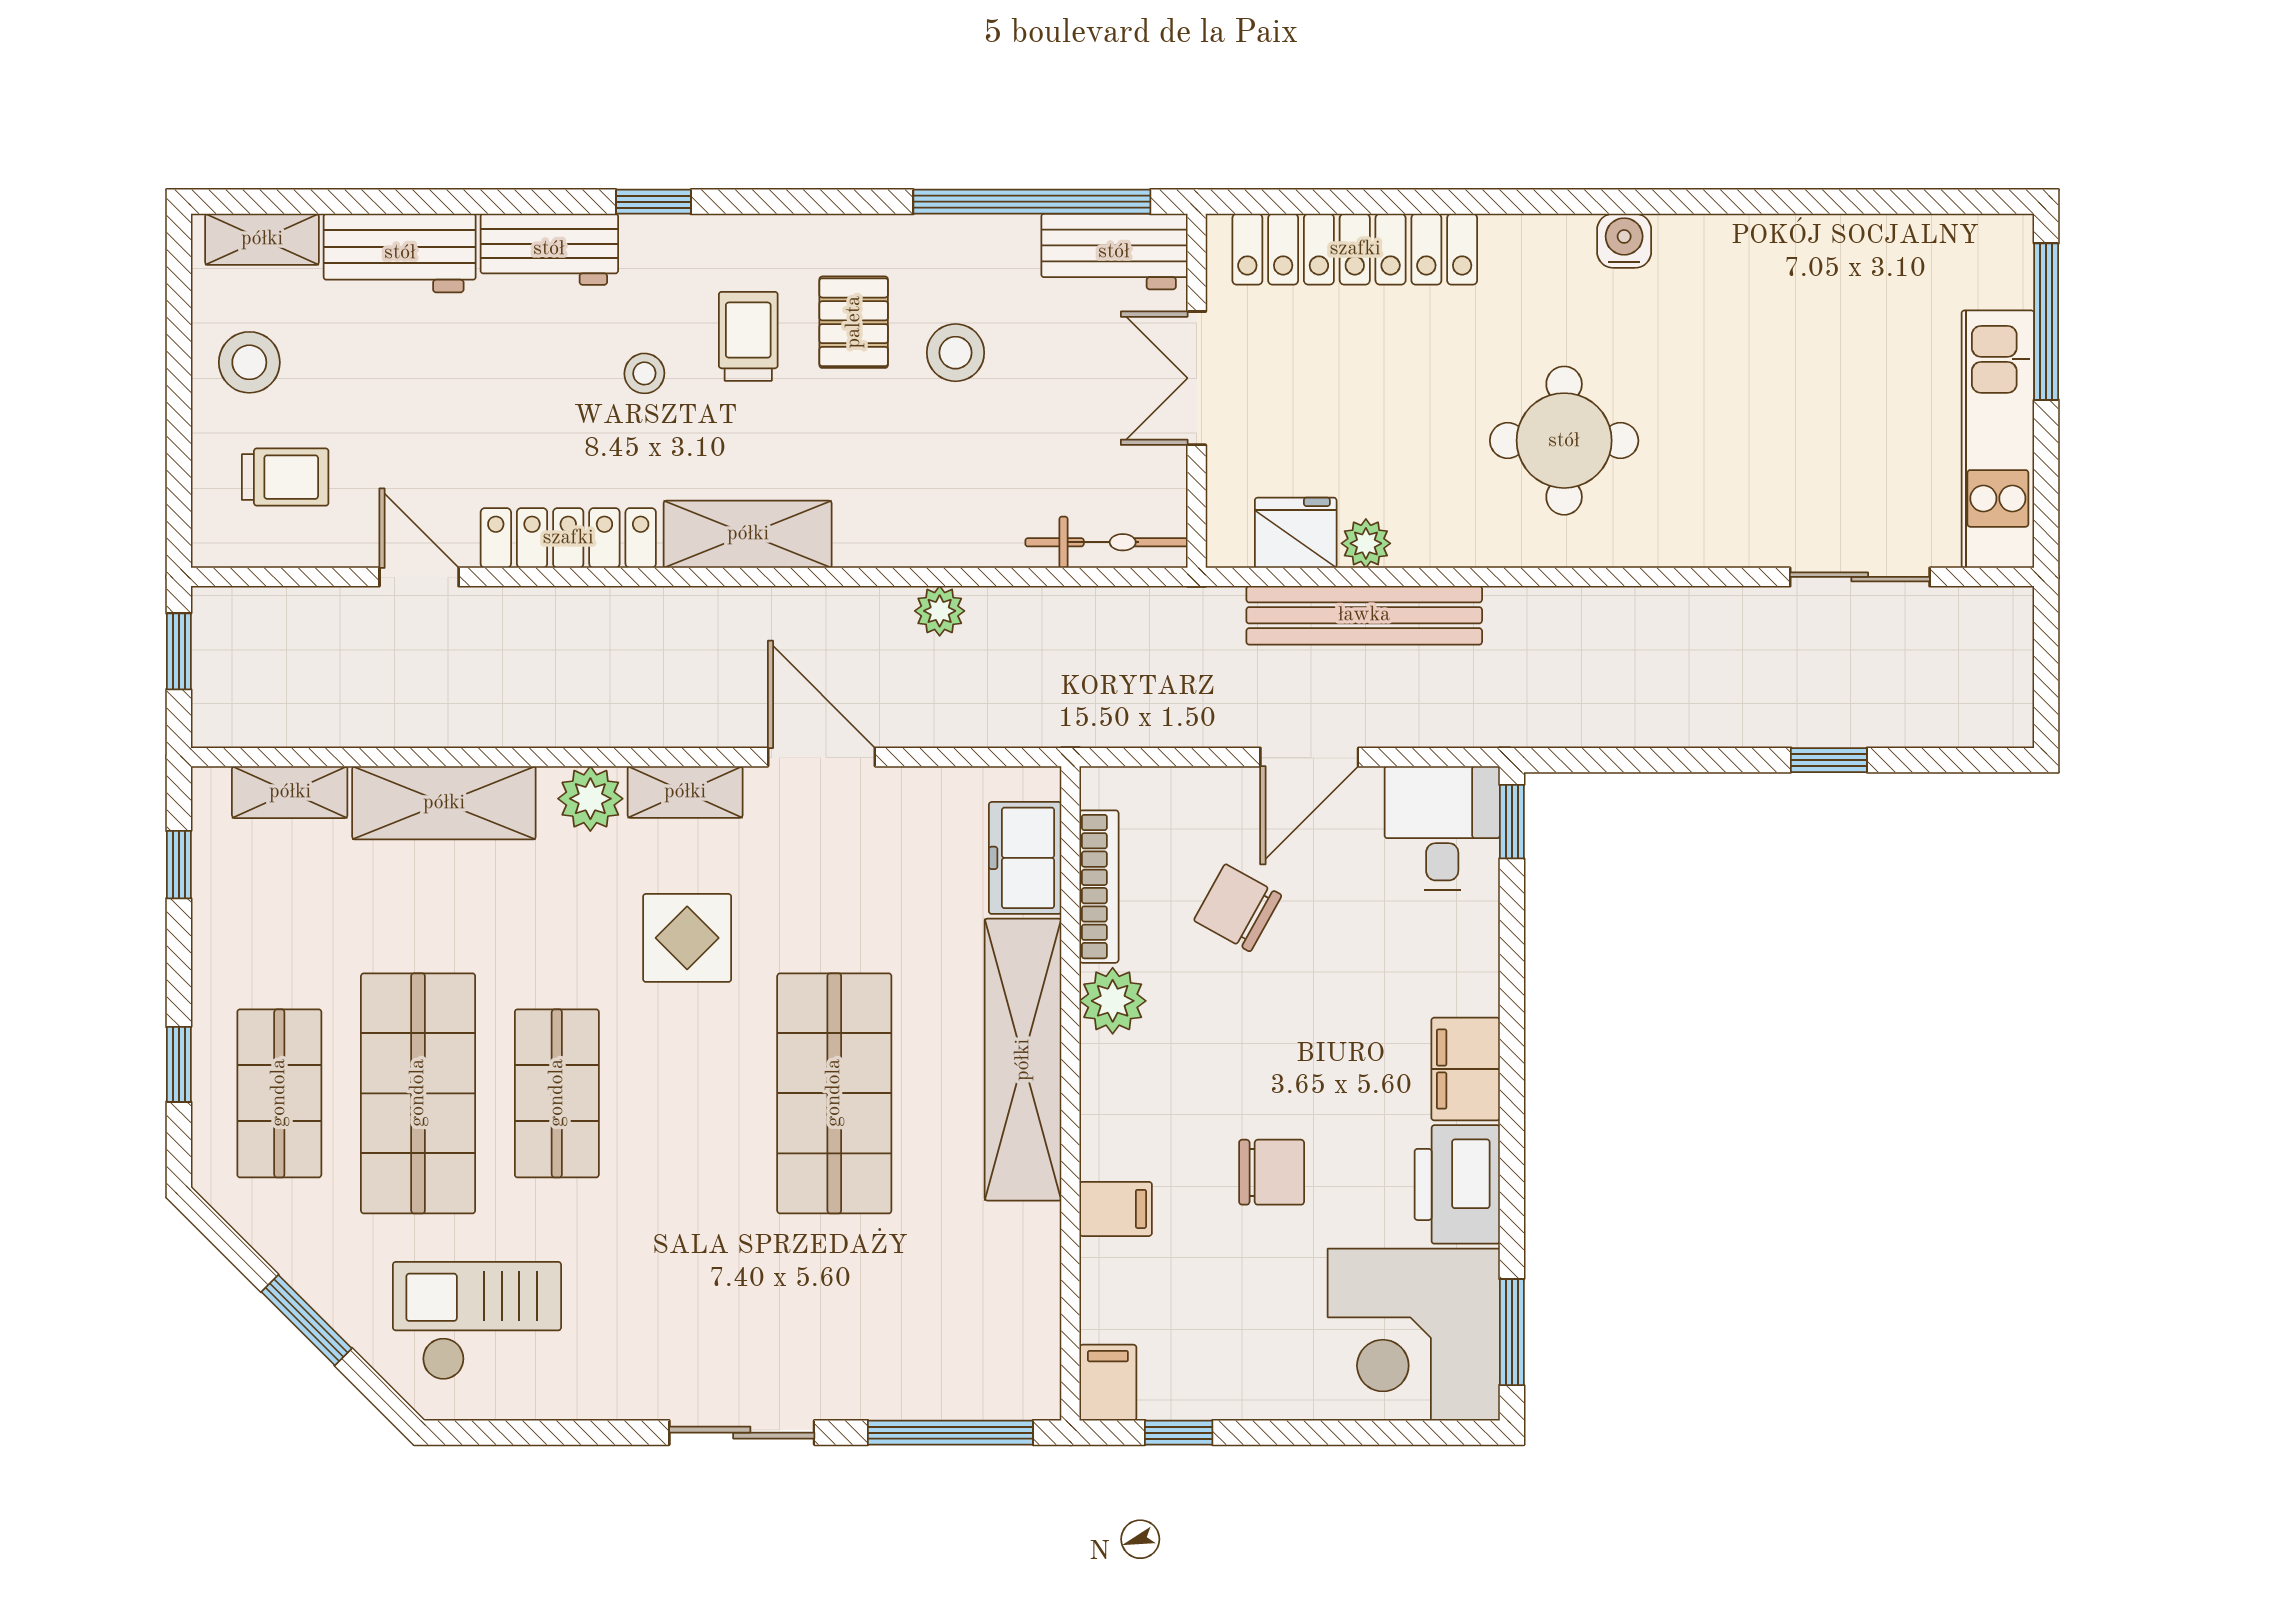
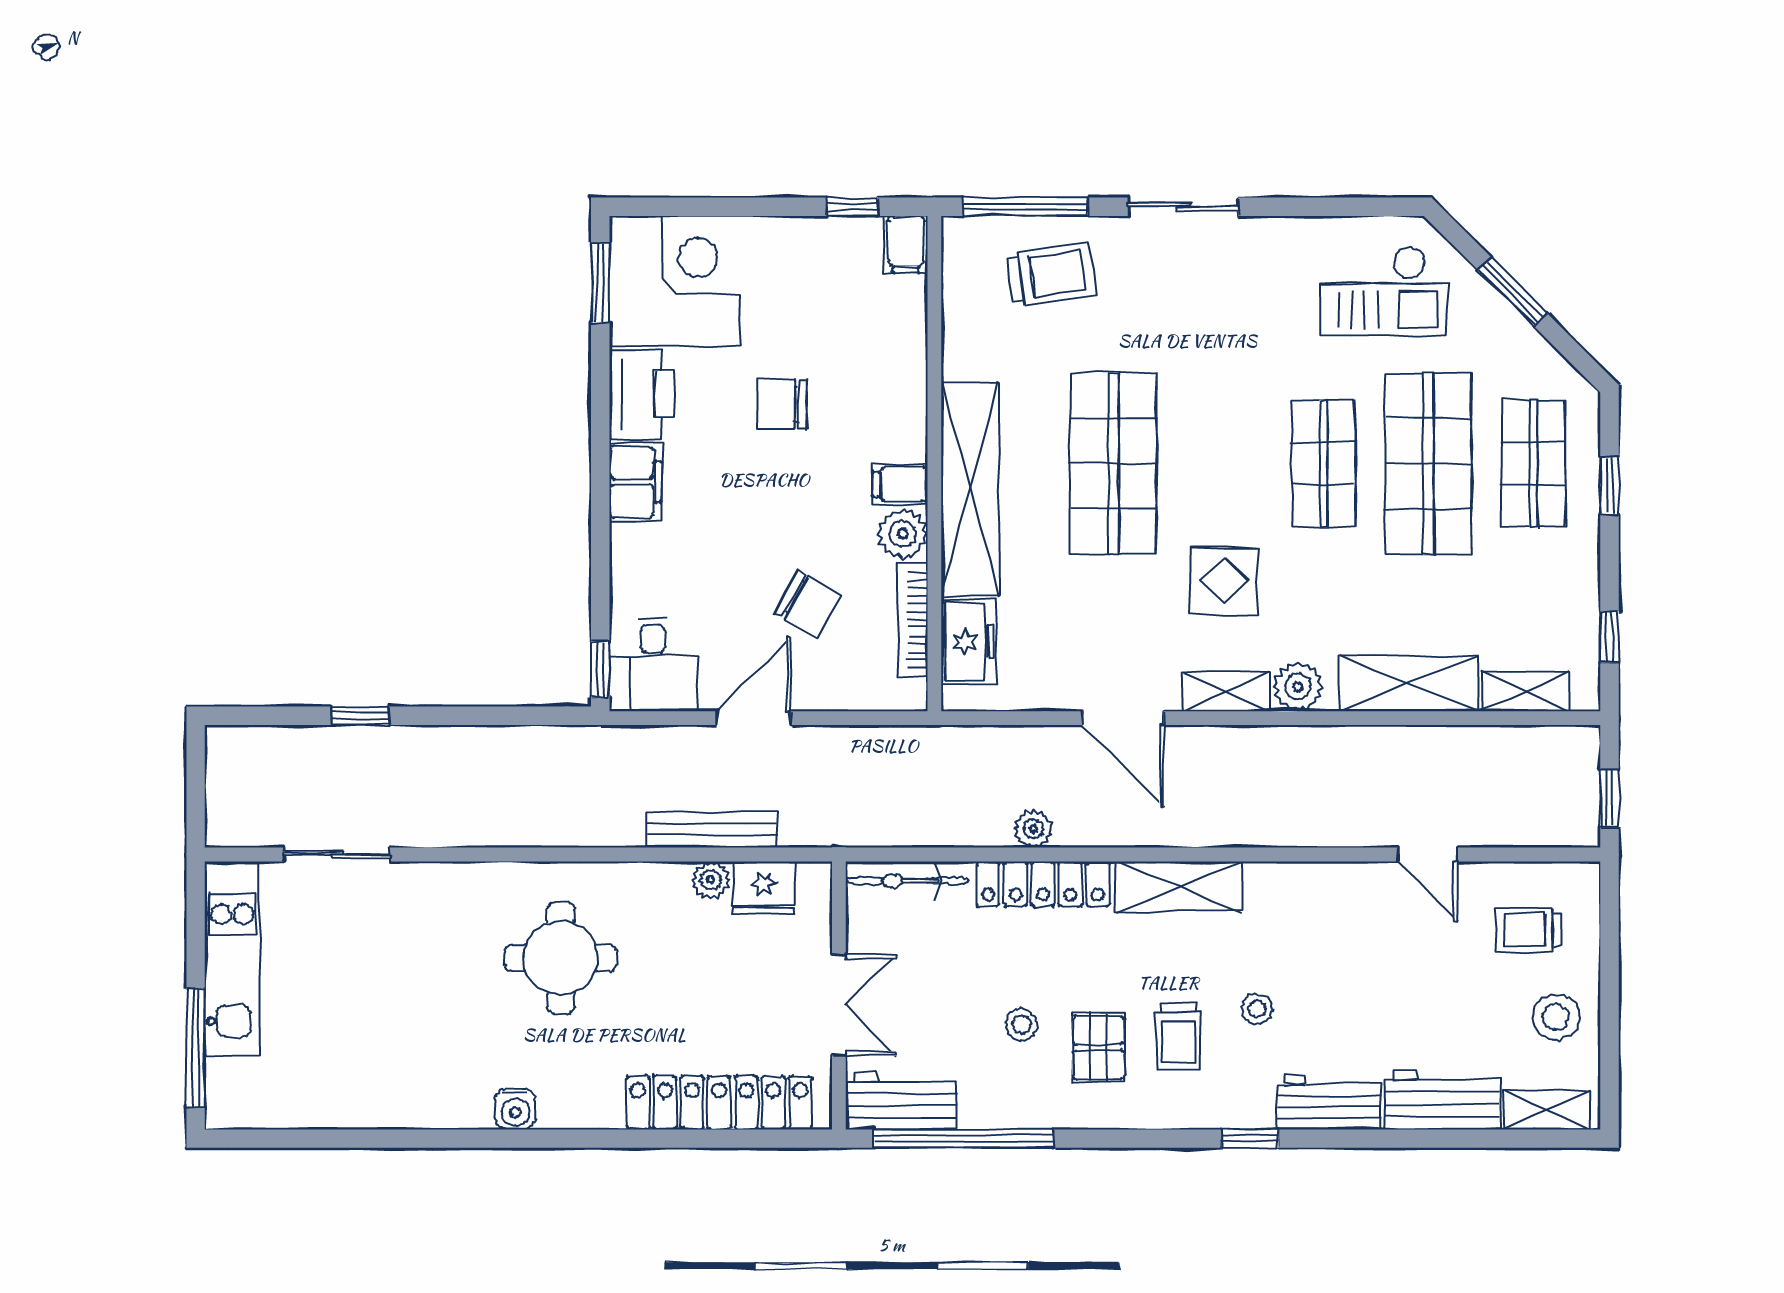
stool: (956, 353) -> (1021, 1024), width x0.73, depth x0.73
locker: (568, 538) -> (1043, 884), moved
bench: (1364, 615) -> (712, 829), width x0.73, depth x0.82
filing cabinet: (1116, 1209) -> (900, 484), moved
trolley: (916, 1343) -> (1051, 274), added

